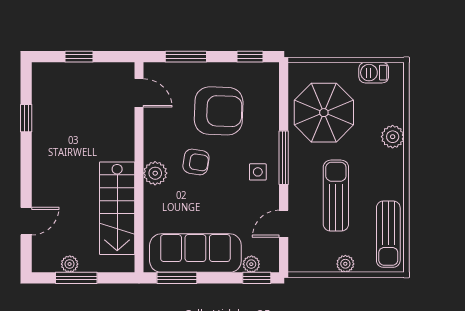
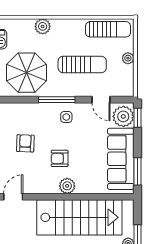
armchair: (219, 111) -> (25, 143), width x0.53, depth x0.53
armchair: (196, 162) -> (60, 158), turned -99
sun lounger: (336, 196) -> (82, 65), turned 180
stairs: (117, 208) -> (79, 217), width x1.36, depth x1.51
plant: (251, 264) -> (123, 116), width x1.88, depth x1.88

